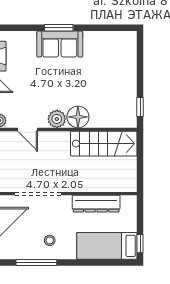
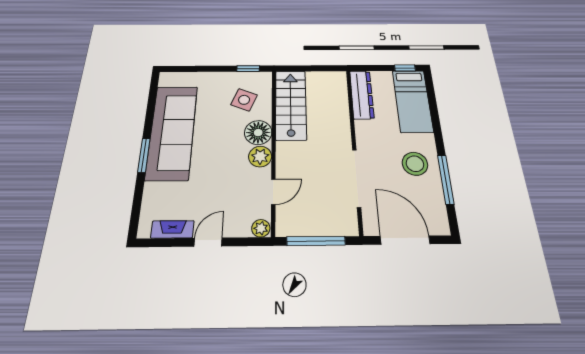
sofa: (60, 44) -> (172, 132), width x1.85, depth x1.27
side table: (109, 105) -> (244, 100), added
dresser: (96, 204) -> (362, 95), moved
stool: (50, 240) -> (415, 164), width x1.89, depth x1.89

